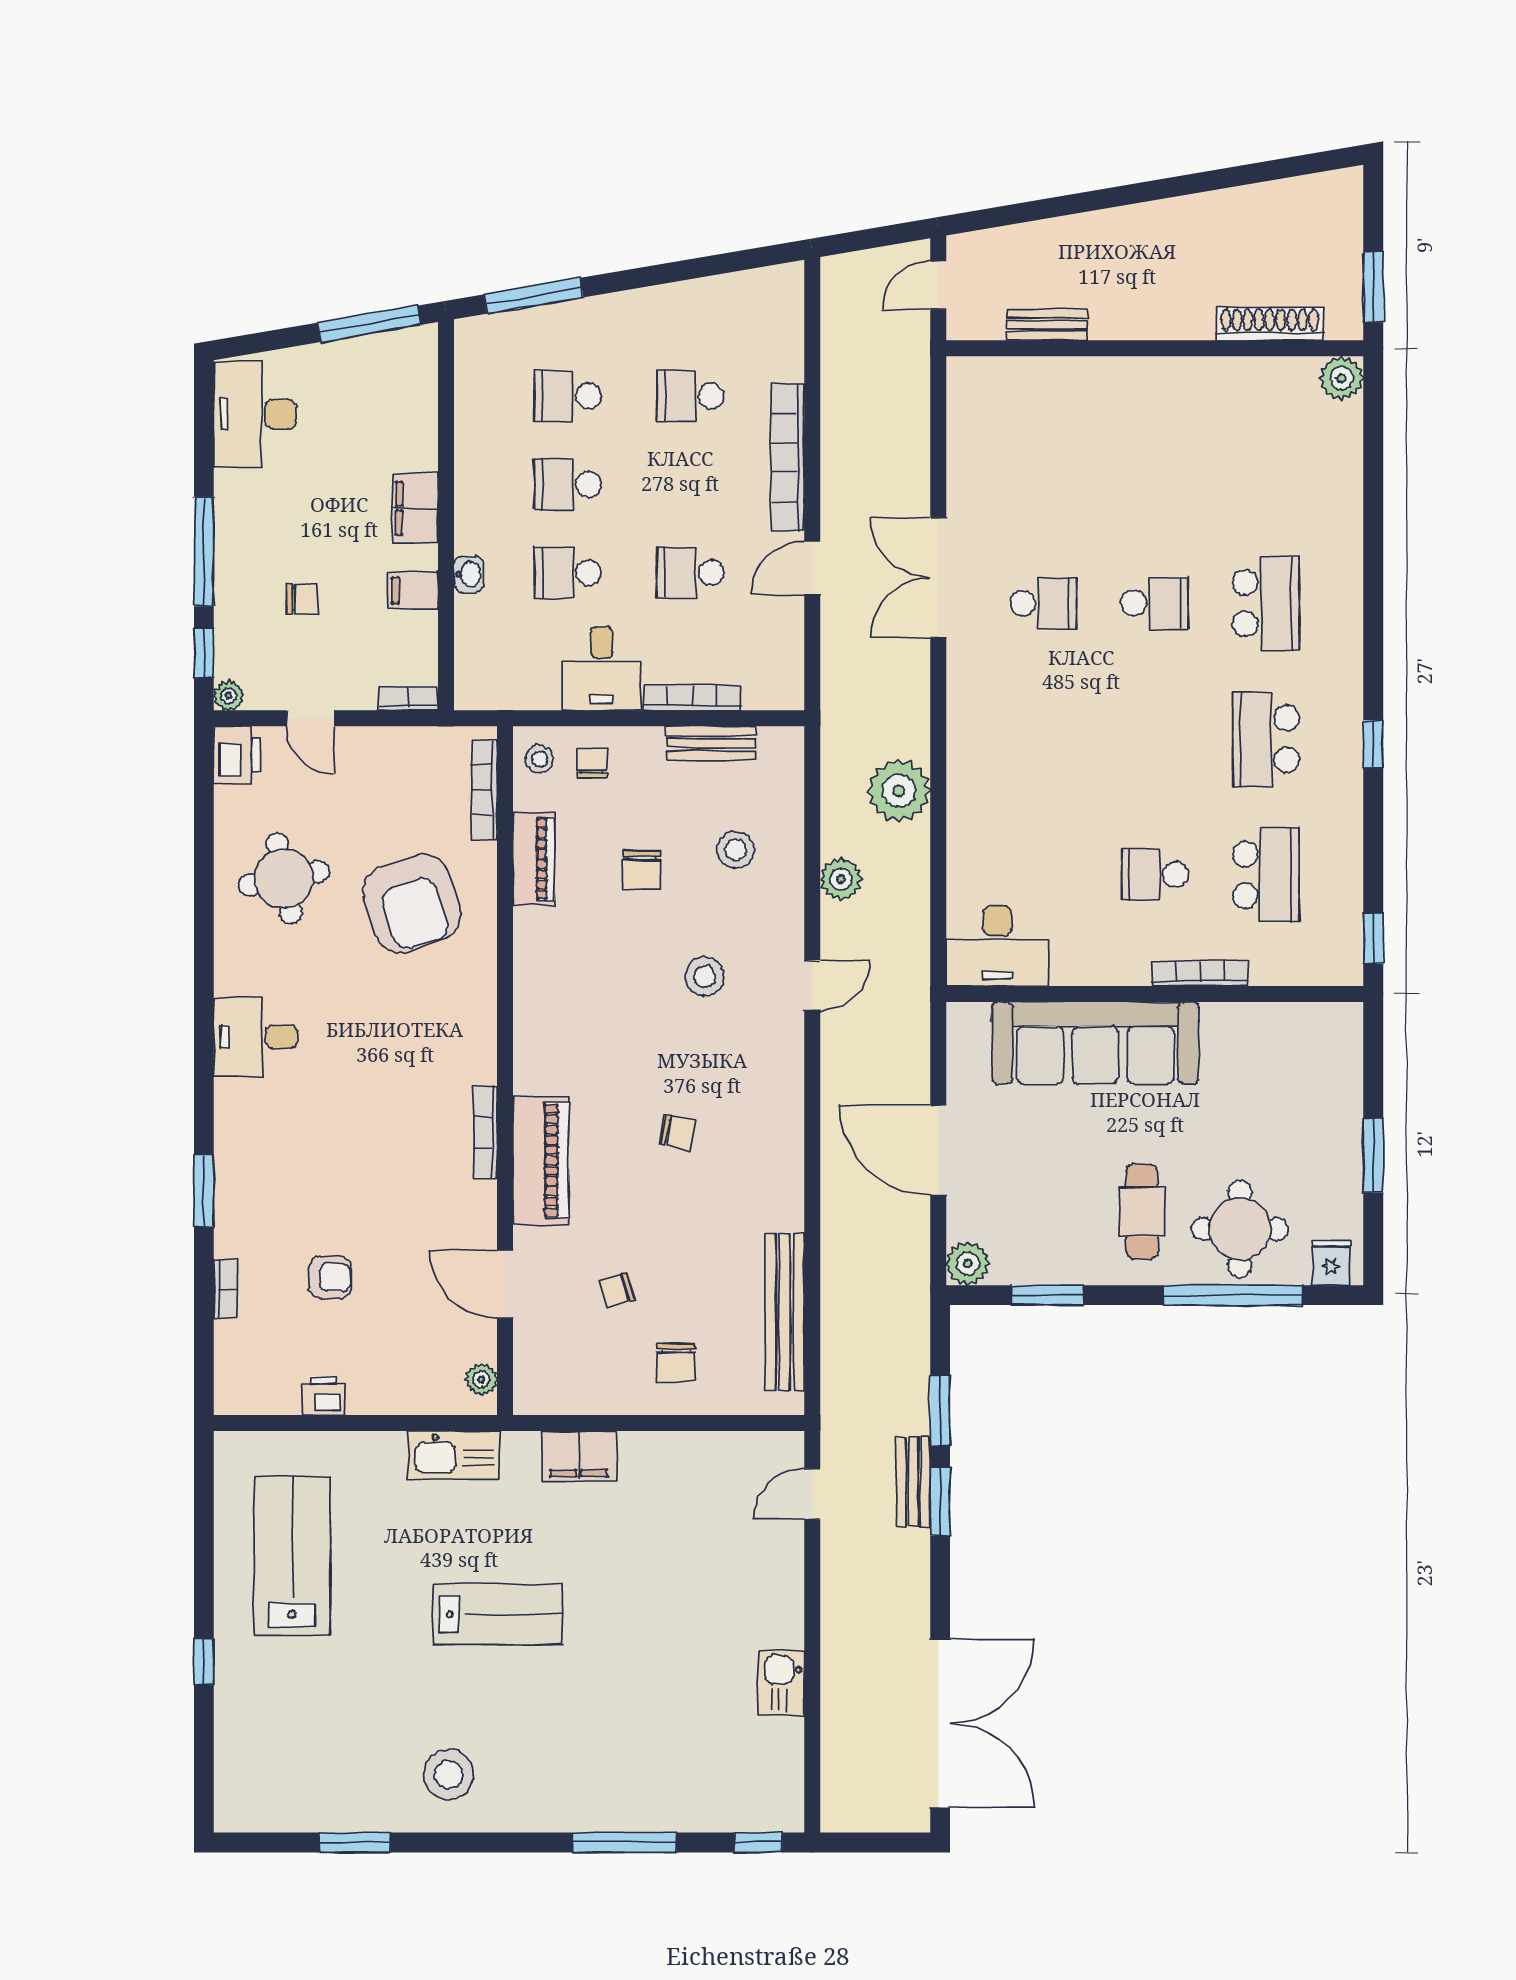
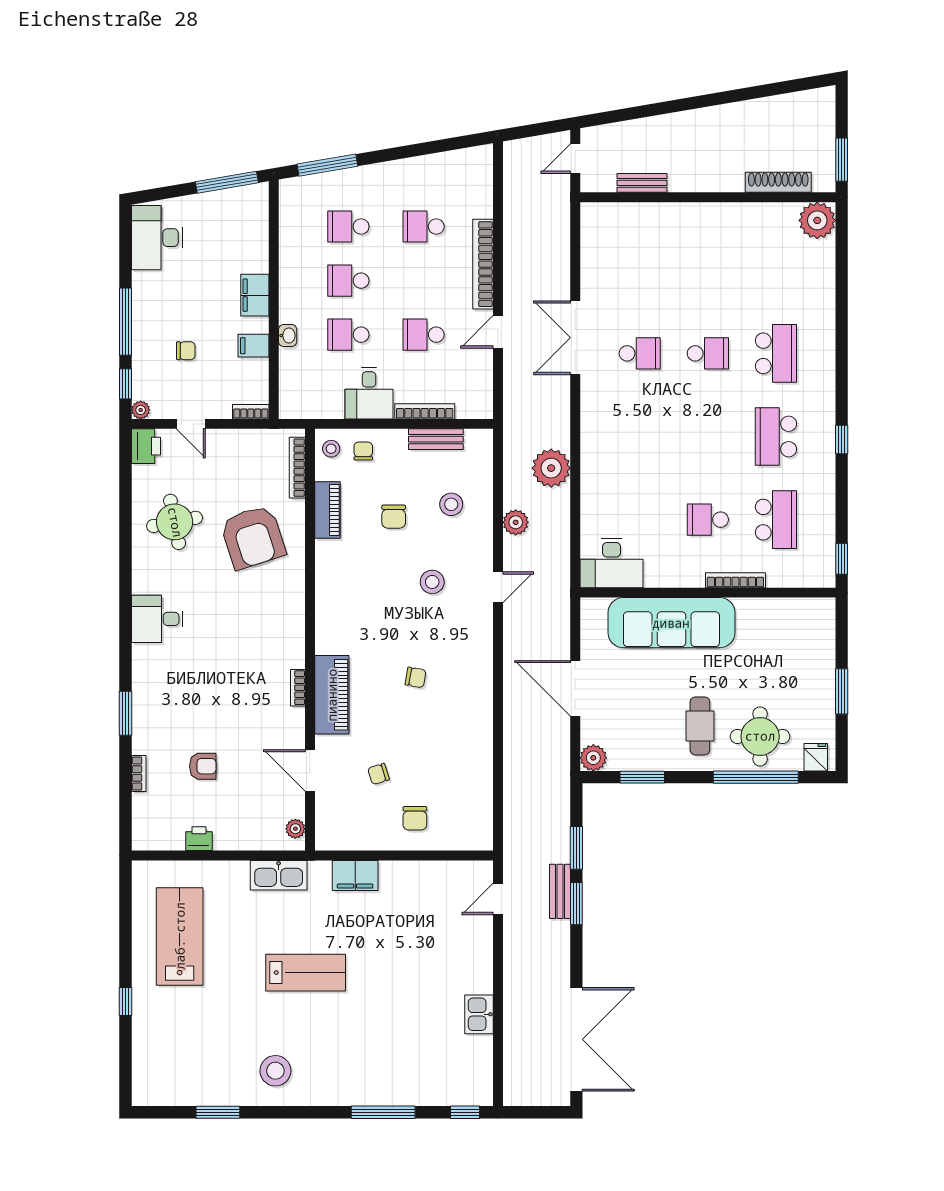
plant: (1341, 378) -> (817, 220), width x1.36, depth x1.36
bookcase: (485, 1132) -> (298, 688), width x0.64
bench: (785, 1312) -> (481, 788), removed

